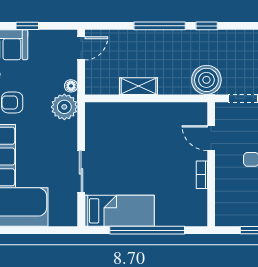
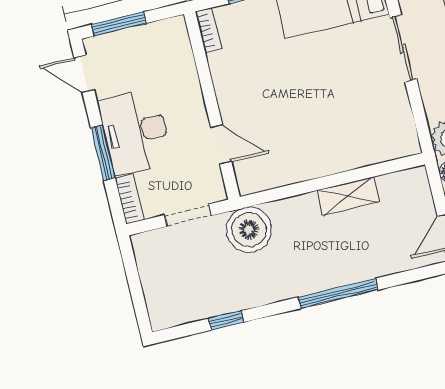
window: (207, 26) -> (226, 320), moved
bookcase: (202, 175) -> (208, 30), moved

